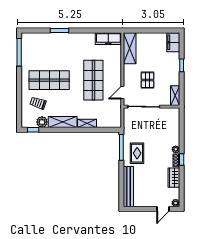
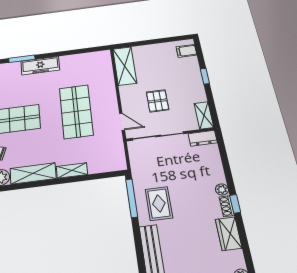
freezer: (108, 39) -> (40, 66), moved
filing cabinet: (173, 42) -> (186, 51), width x0.50
door: (122, 93) -> (122, 122), swing flipped
dresser: (171, 112) -> (203, 138), added

